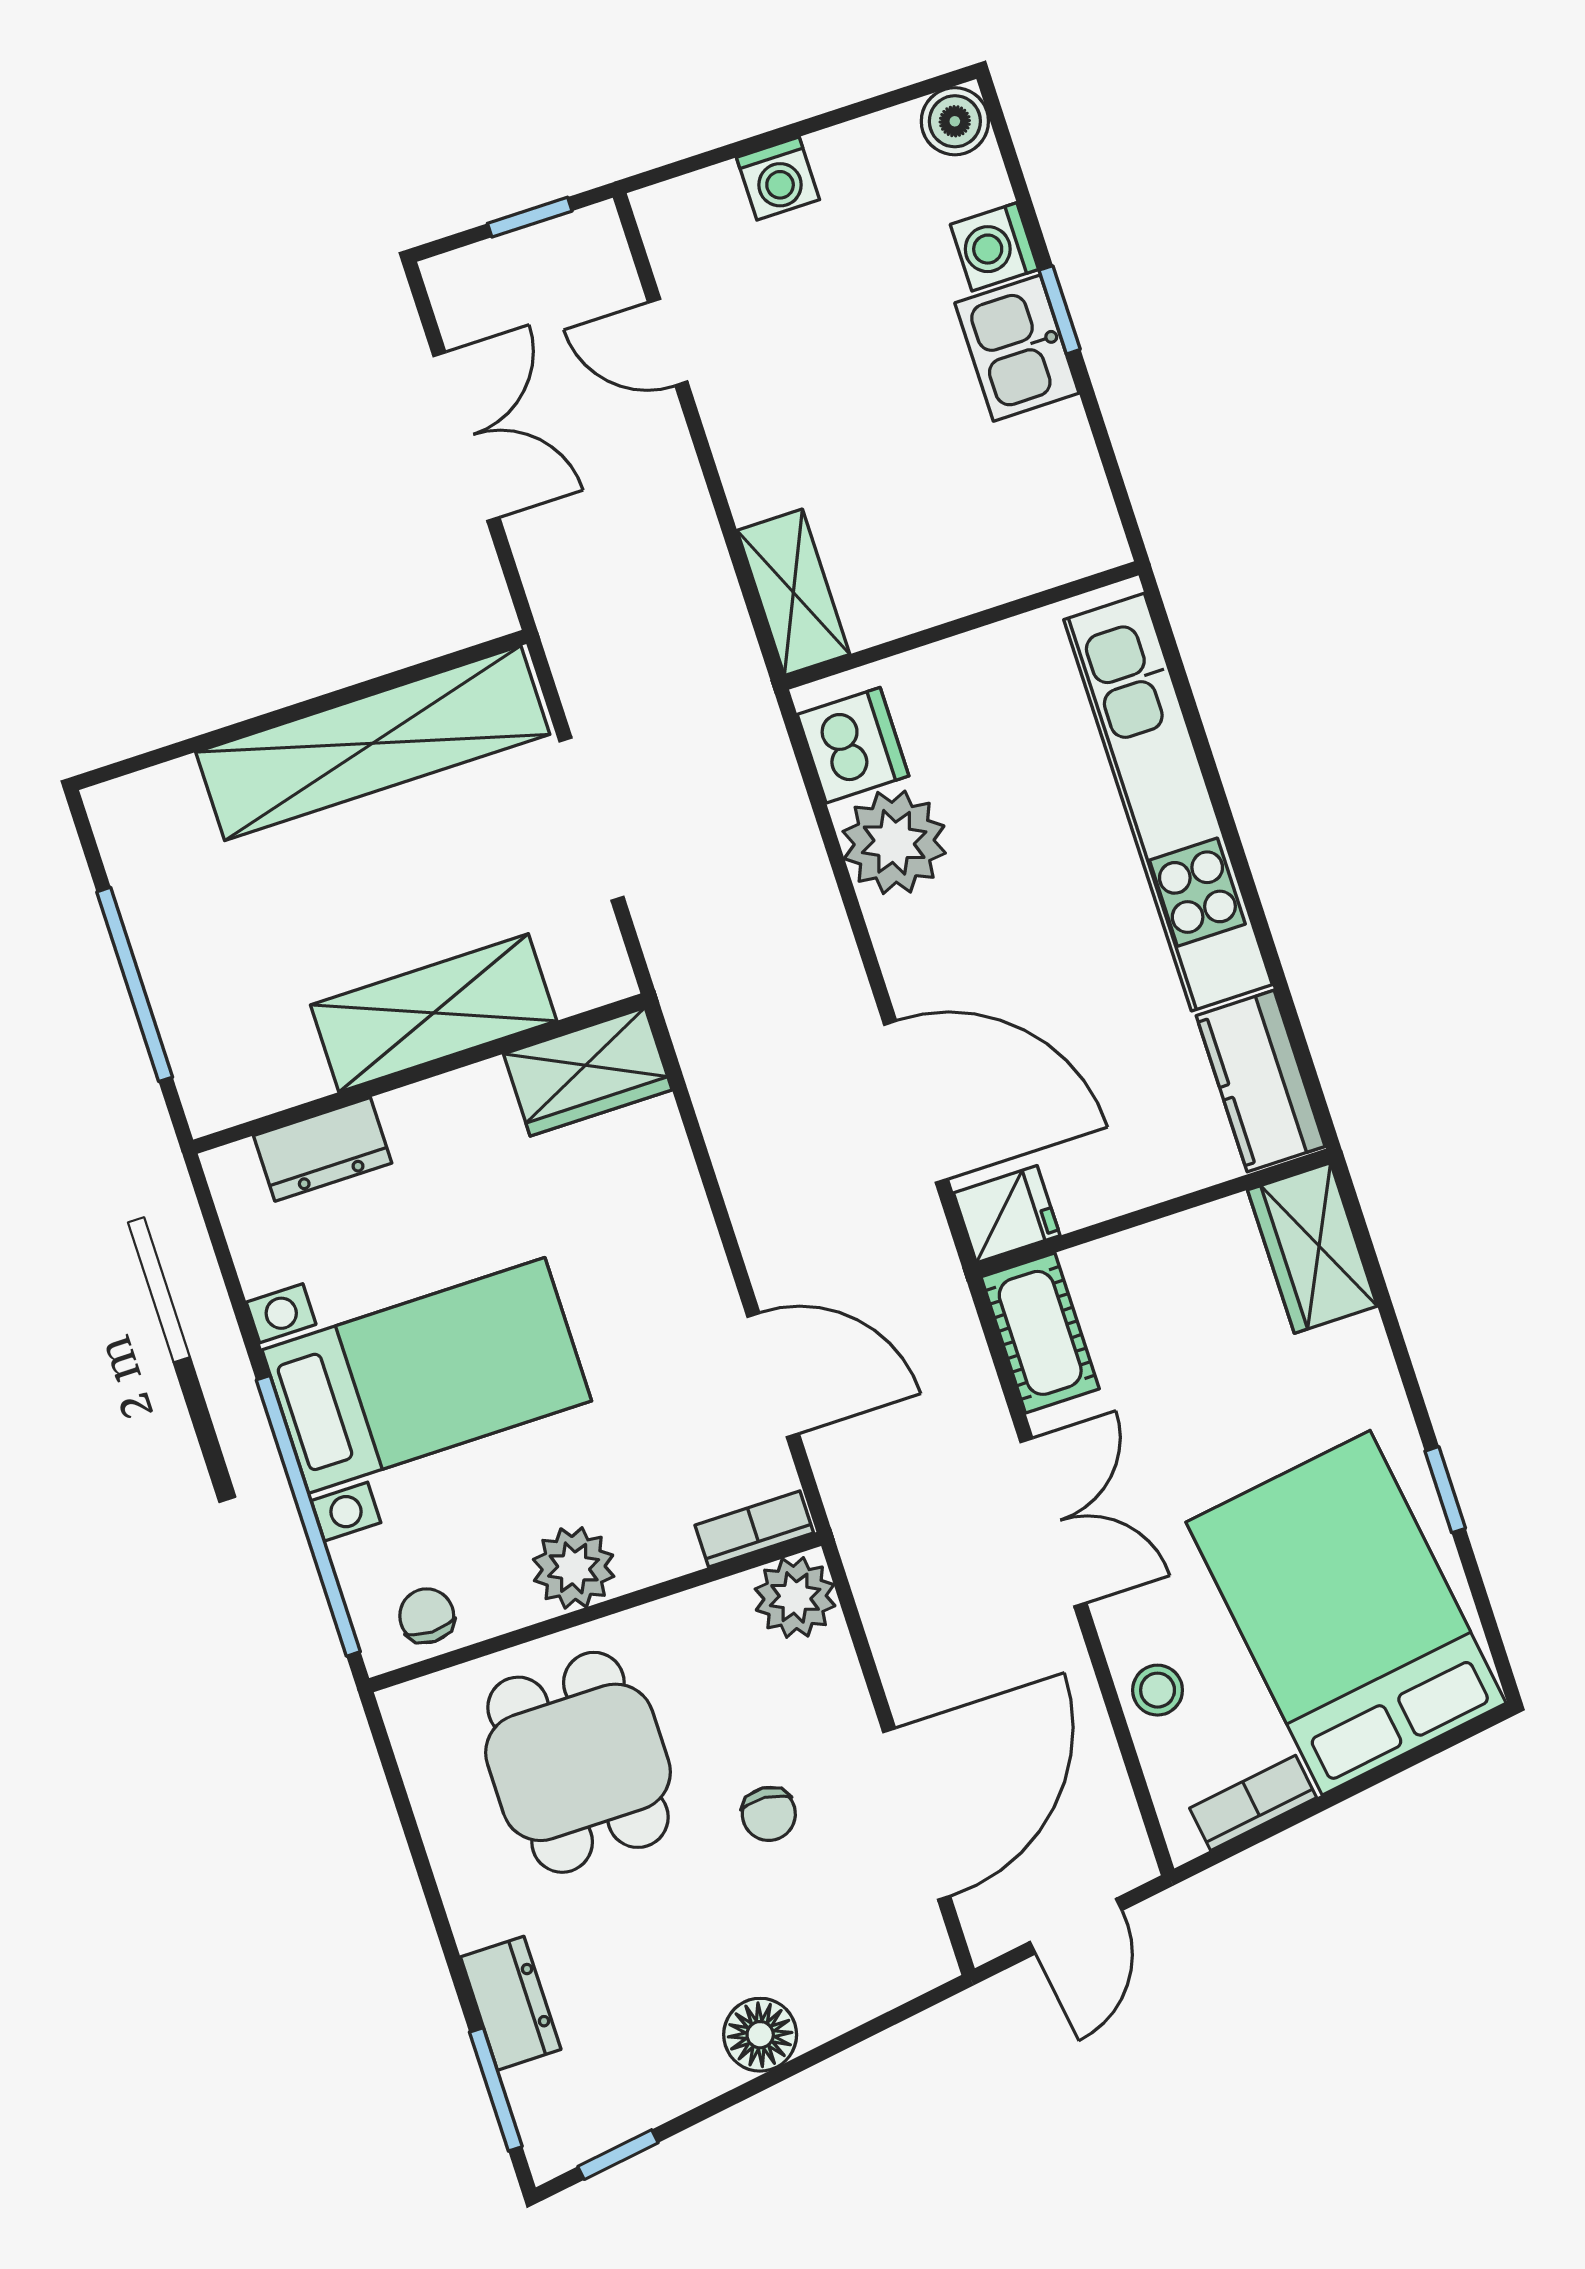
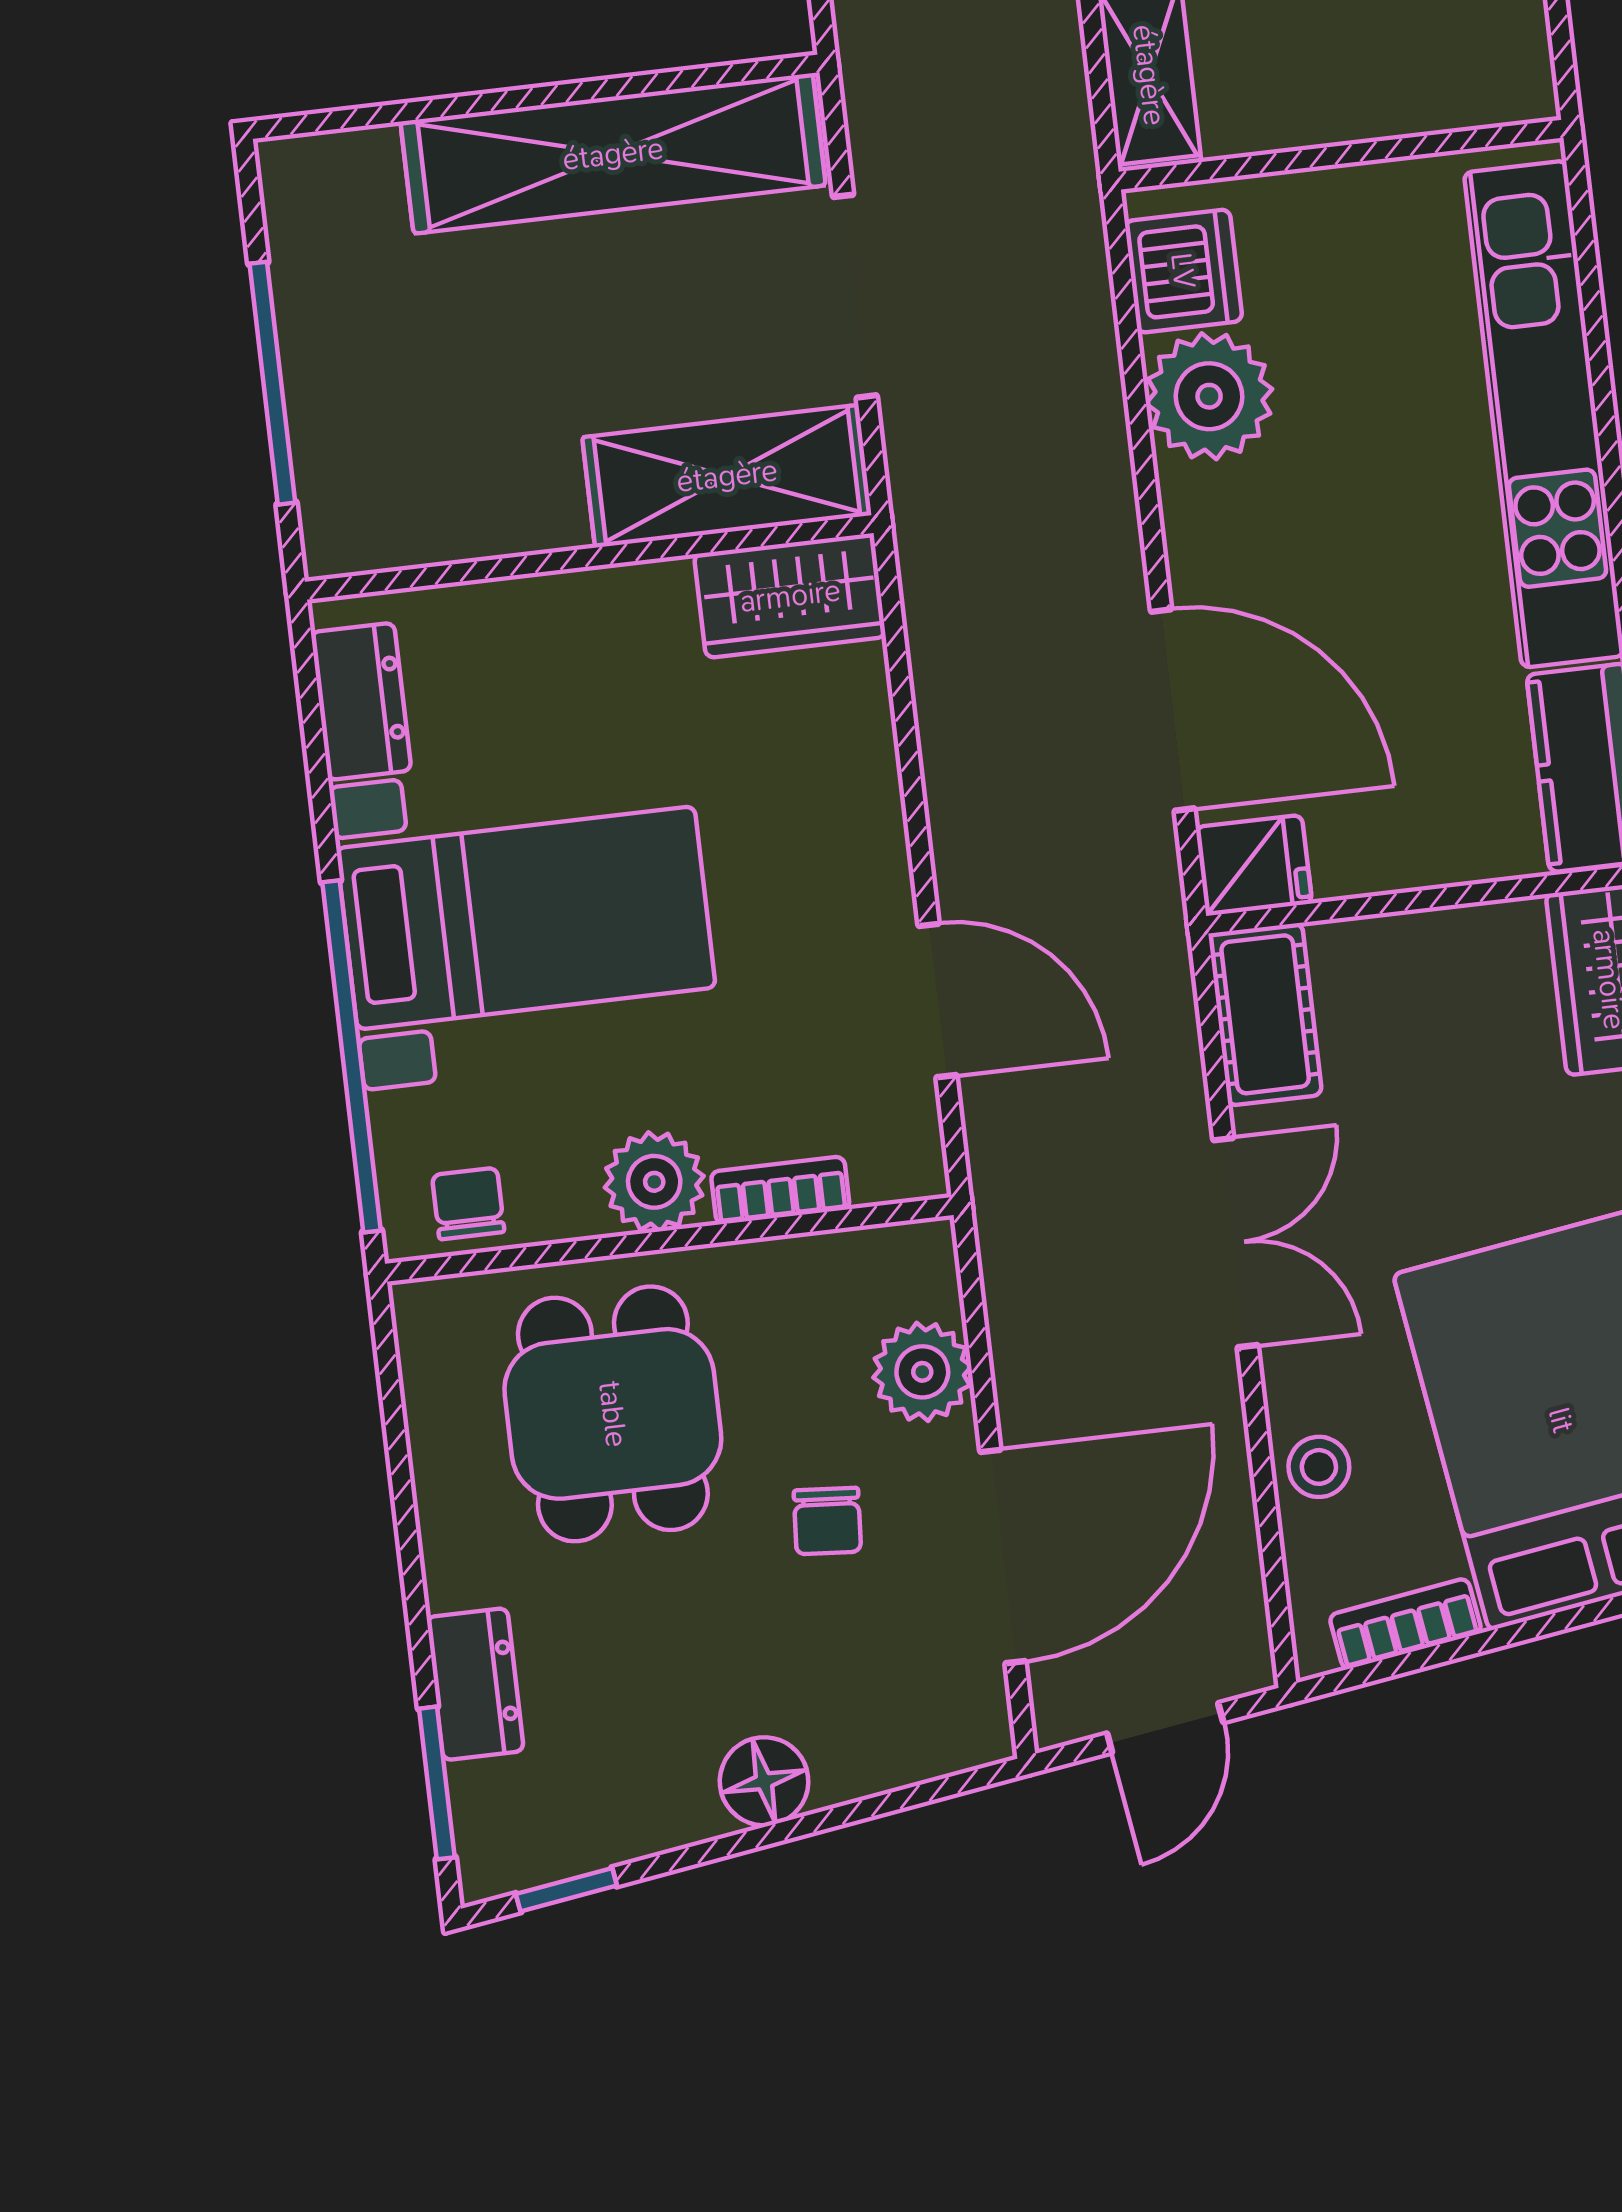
shelving: (434, 1013) -> (727, 476), moved
dresser: (323, 1149) -> (361, 701), moved, turned -90
bookcase: (754, 1529) -> (780, 1190), moved
plant: (795, 1597) -> (922, 1372), moved

